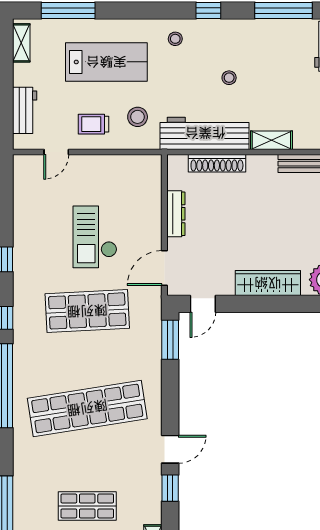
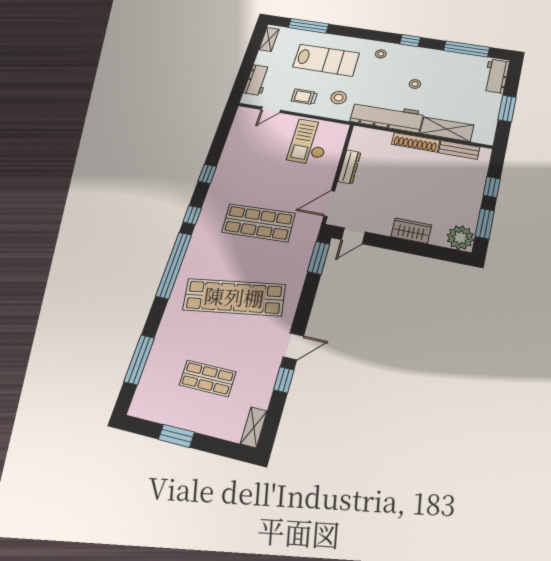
shelving: (271, 140) -> (447, 129), width x1.50, depth x1.33
shoe rack: (217, 163) -> (416, 142), moved
checkout: (95, 237) -> (310, 142), moved
wardrobe: (268, 283) -> (411, 231), width x0.67

